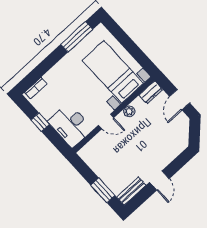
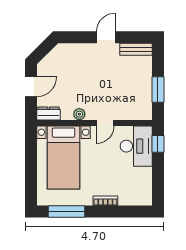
bookcase: (36, 88) -> (105, 201), moved
door: (106, 121) -> (105, 123), swing flipped
window: (40, 122) -> (158, 144), moved
window: (103, 190) -> (158, 89), moved

